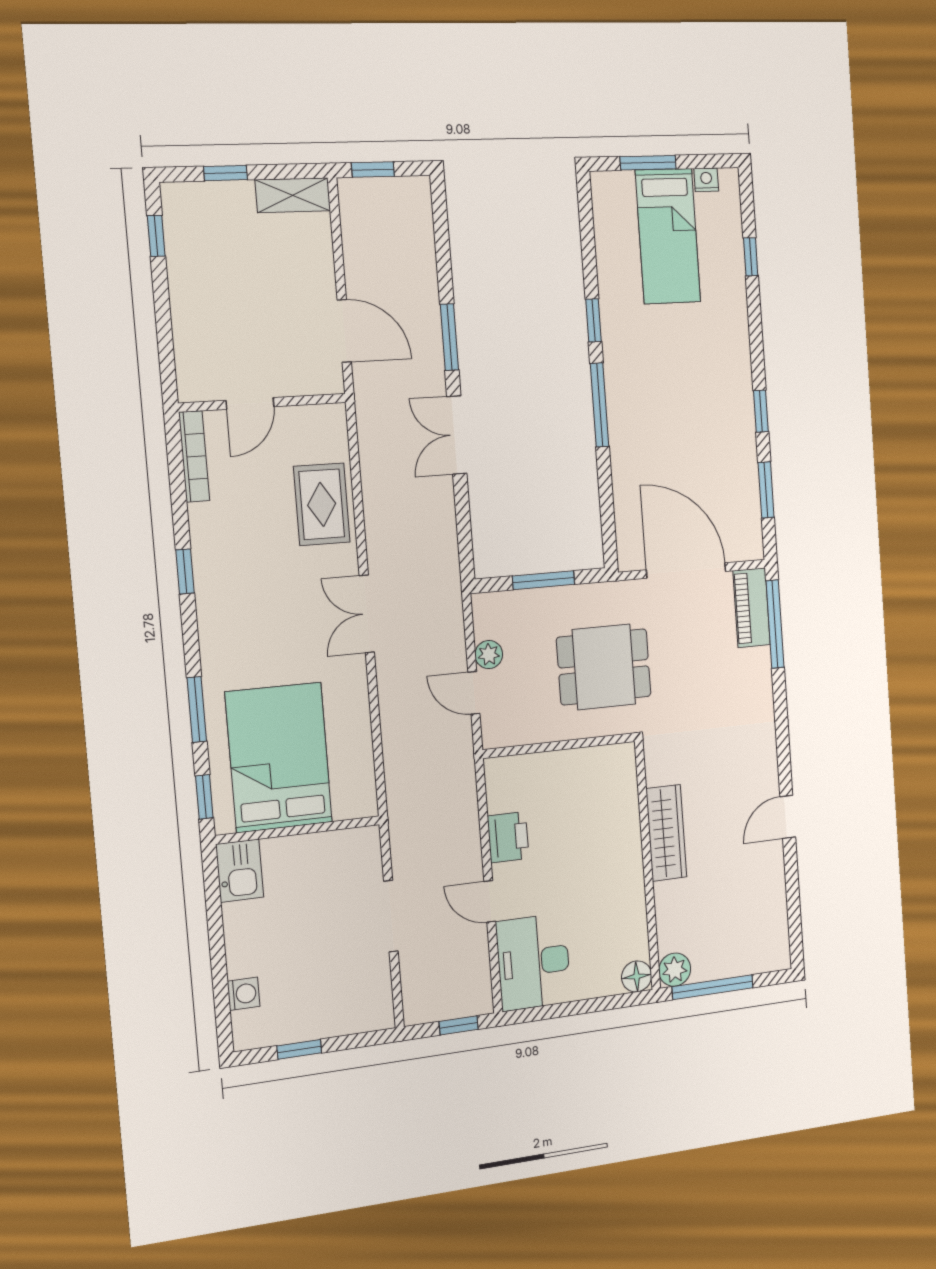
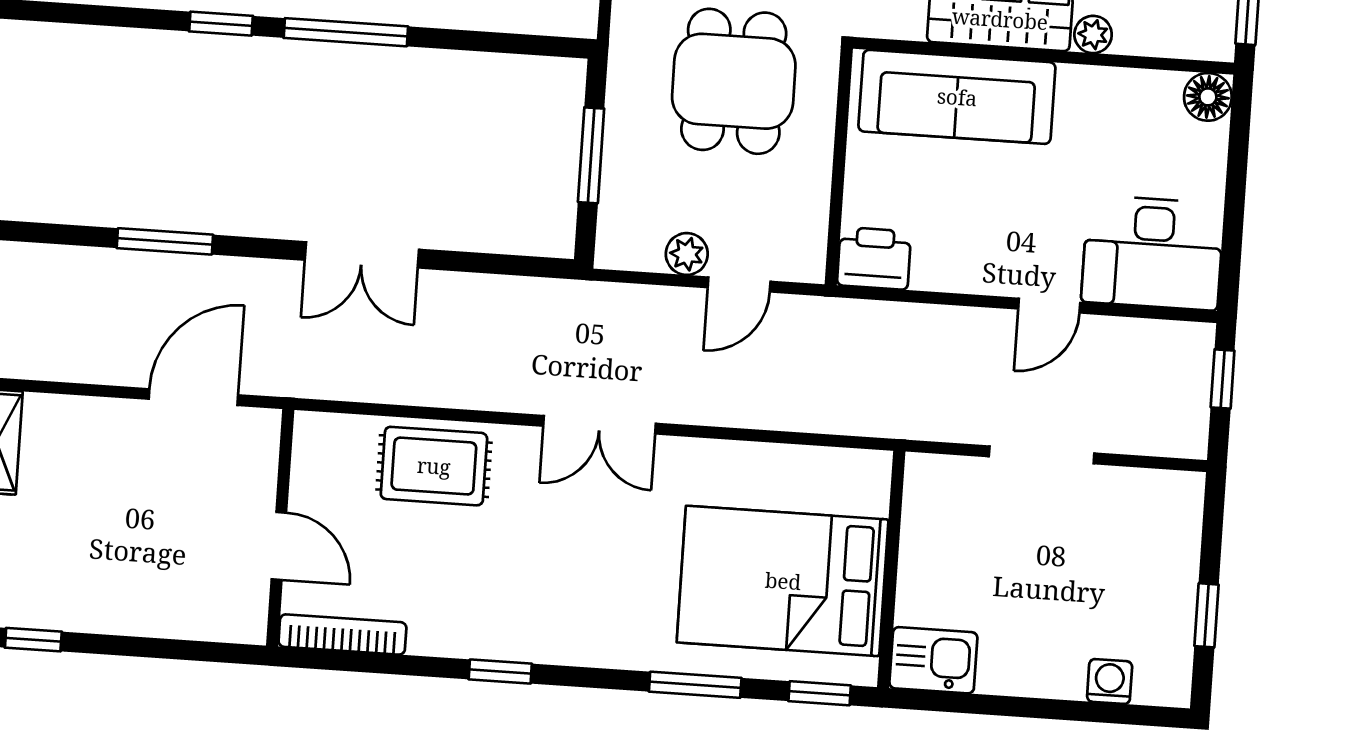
window: (449, 337) -> (165, 241), moved
sofa: (614, 815) -> (957, 97), added
printer: (508, 837) -> (874, 258), moved
plant: (675, 970) -> (1093, 34), moved, width x0.73, depth x0.73

